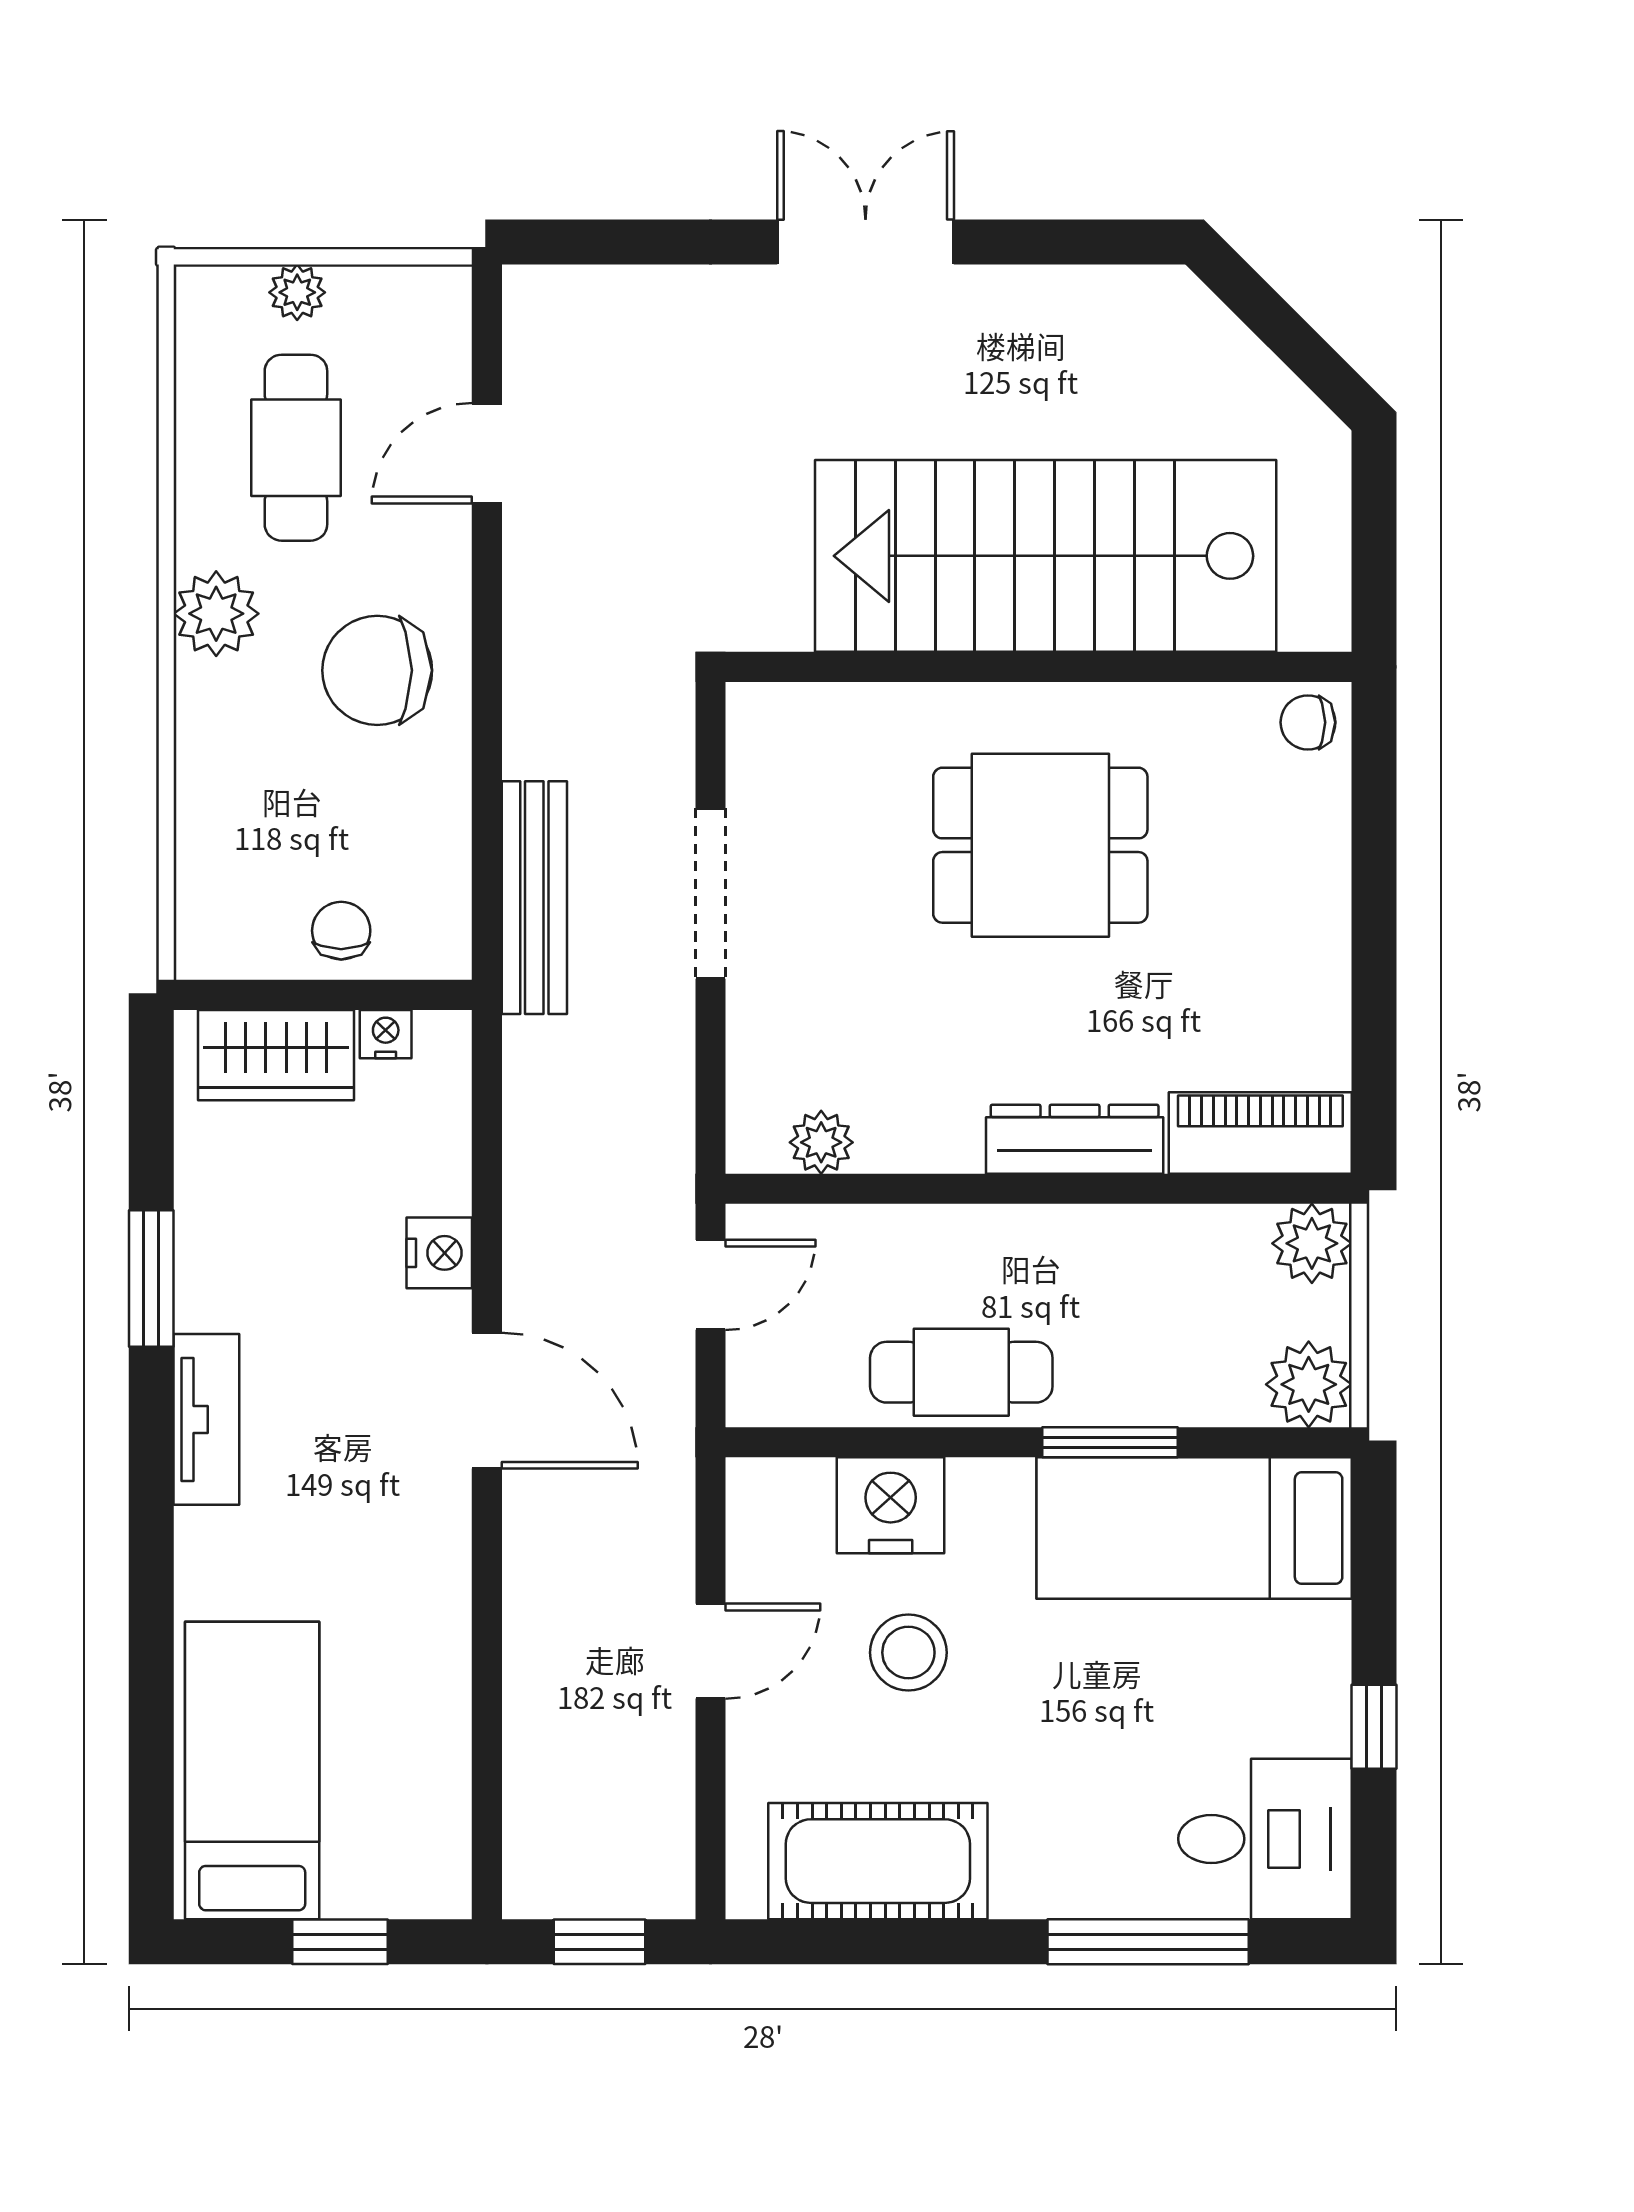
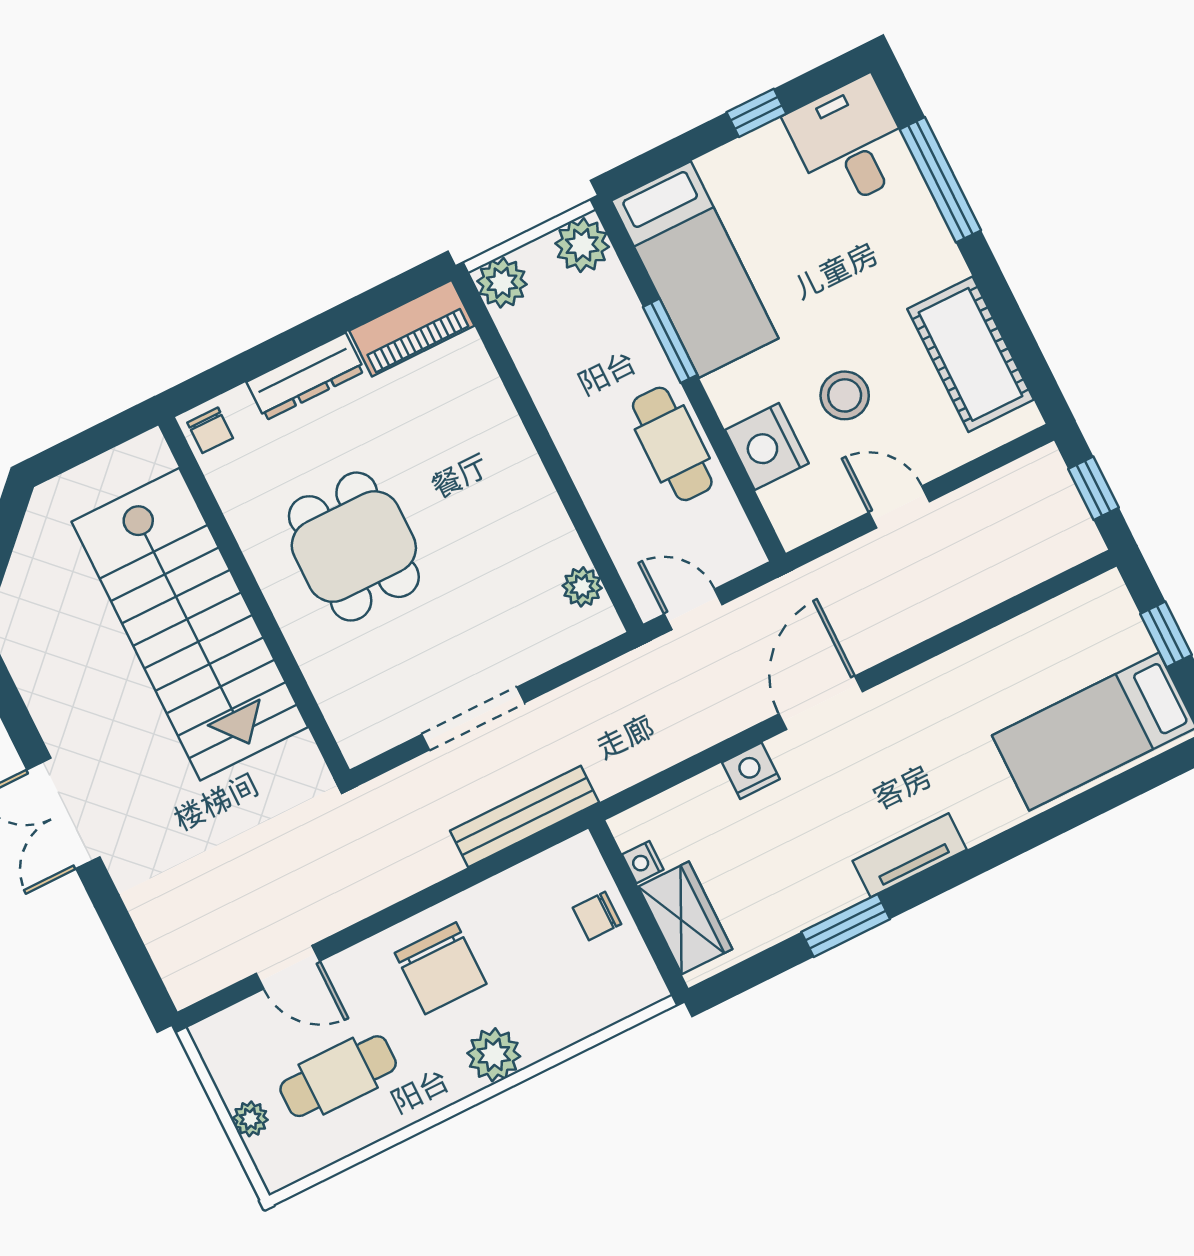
plant: (216, 614) -> (494, 1055), moved
piano: (1260, 1133) -> (412, 328), moved, turned -90
dresser: (1075, 1139) -> (306, 377), moved, turned -90

